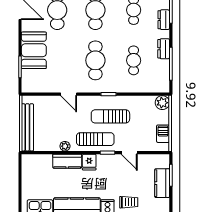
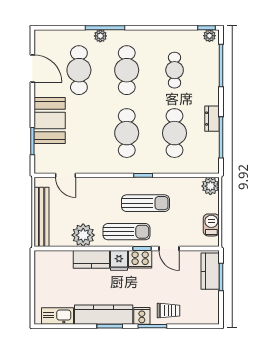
dresser: (164, 20) -> (212, 82), removed
cafe table: (134, 60) -> (175, 133), width x1.37, depth x1.35
door: (69, 94) -> (66, 175), moved
sun lounger: (110, 116) -> (145, 203), turned 180
plant: (65, 146) -> (83, 235), width x1.88, depth x1.88
cooker: (106, 161) -> (140, 259), added
kitchen counter: (162, 183) -> (210, 271), moved

